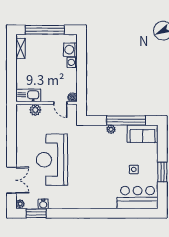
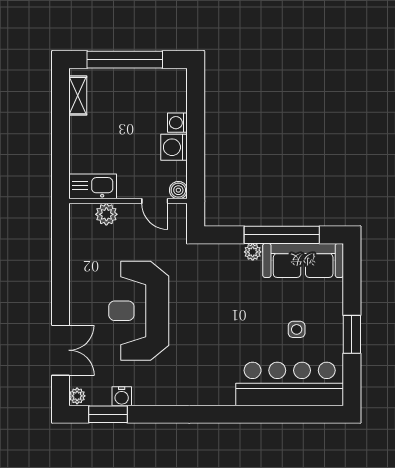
washing machine: (70, 50) -> (174, 147), moved
sofa: (143, 134) -> (303, 260), width x1.36
bar counter: (138, 198) -> (290, 384), width x1.36

